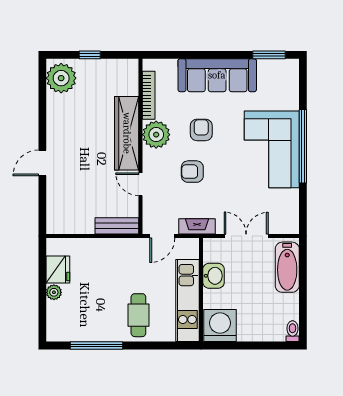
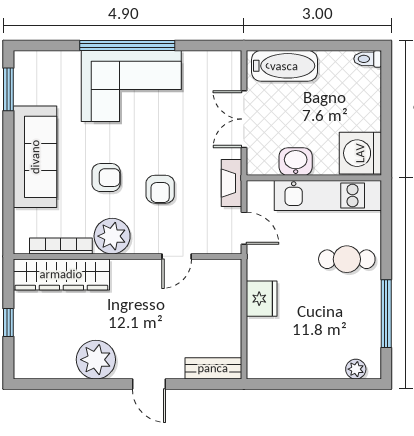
plant: (61, 78) -> (96, 360), moved
armchair: (201, 130) -> (106, 178), turned 180
wardrobe: (127, 133) -> (61, 274), moved
bench: (117, 226) -> (213, 368), moved, turned 90
fridge: (58, 269) -> (262, 299), moved, turned 90
plant: (54, 292) -> (356, 369), moved

